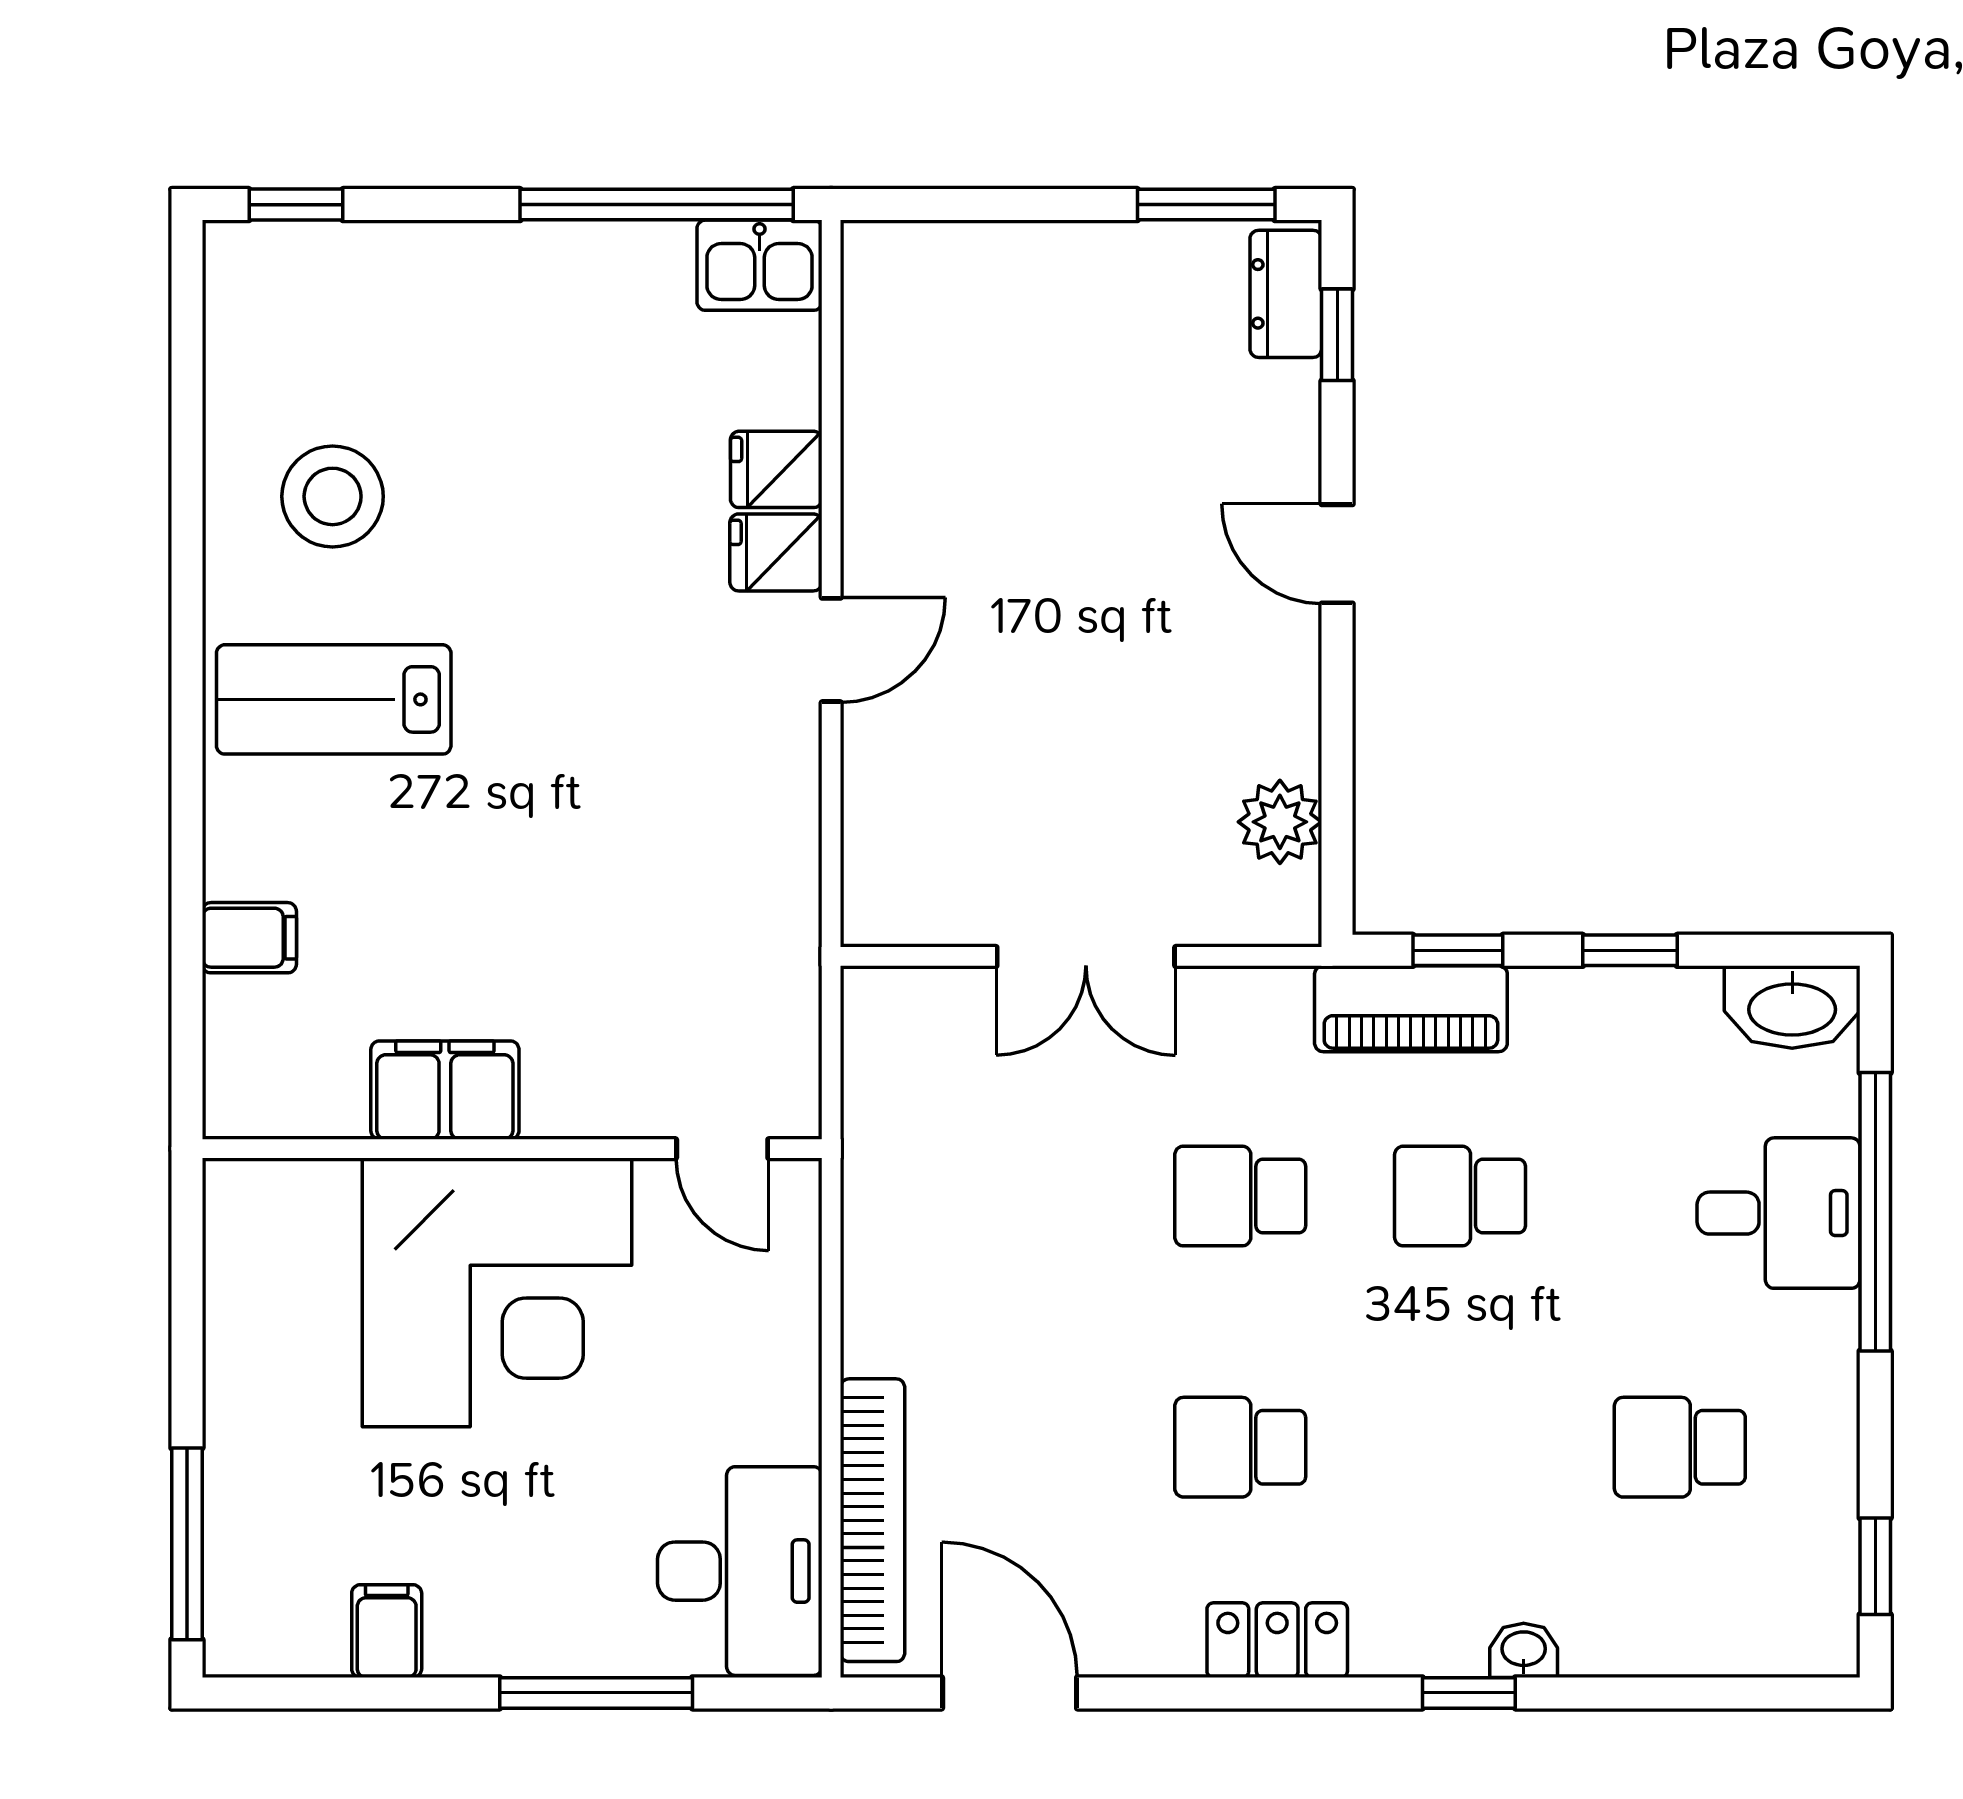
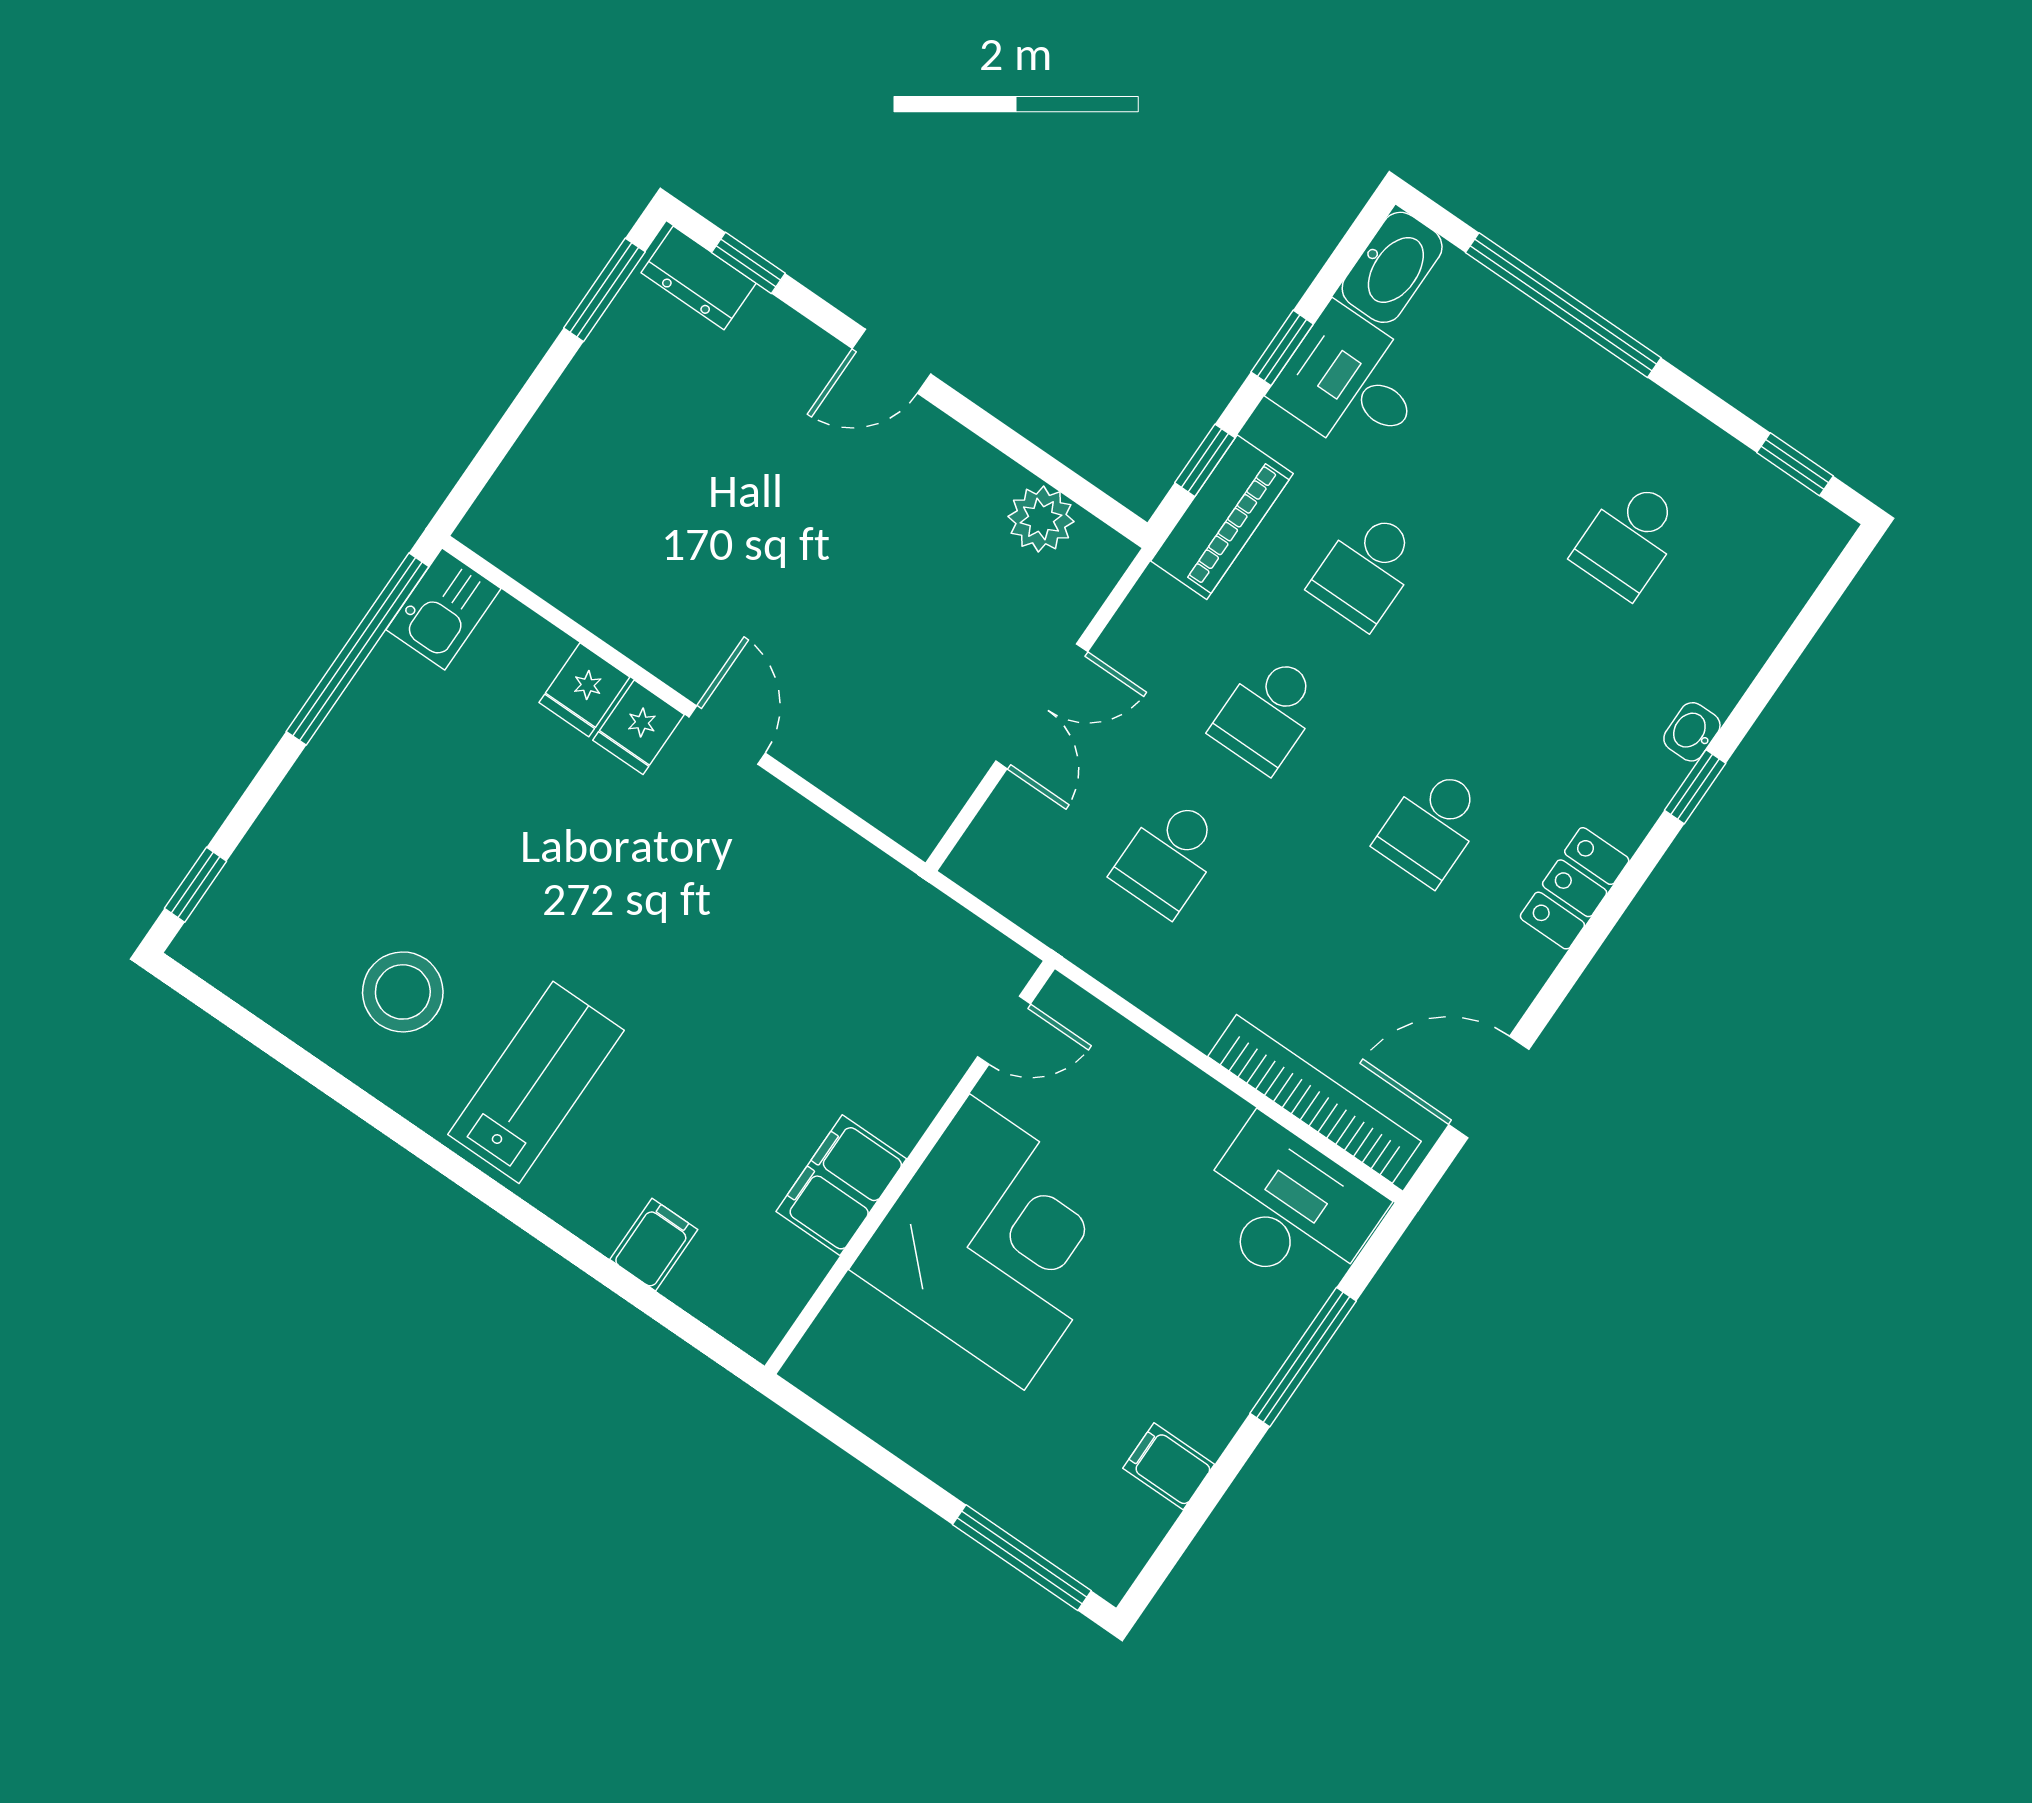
lab bench: (334, 699) -> (536, 1082), turned 180
school desk: (1020, 1196) -> (1169, 857), added
desk: (1779, 1213) -> (1351, 383), moved, turned -90

